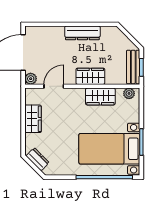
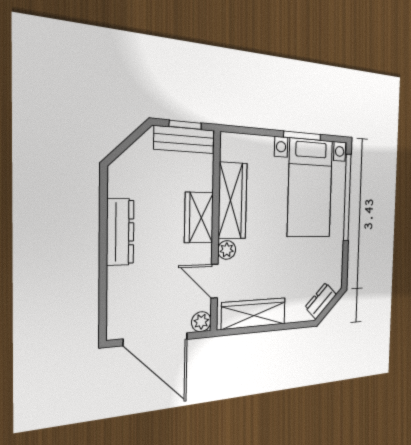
plant: (129, 93) -> (227, 250), moved
wardrobe: (100, 97) -> (233, 201), width x1.50
wardrobe: (33, 119) -> (254, 313), width x1.50

